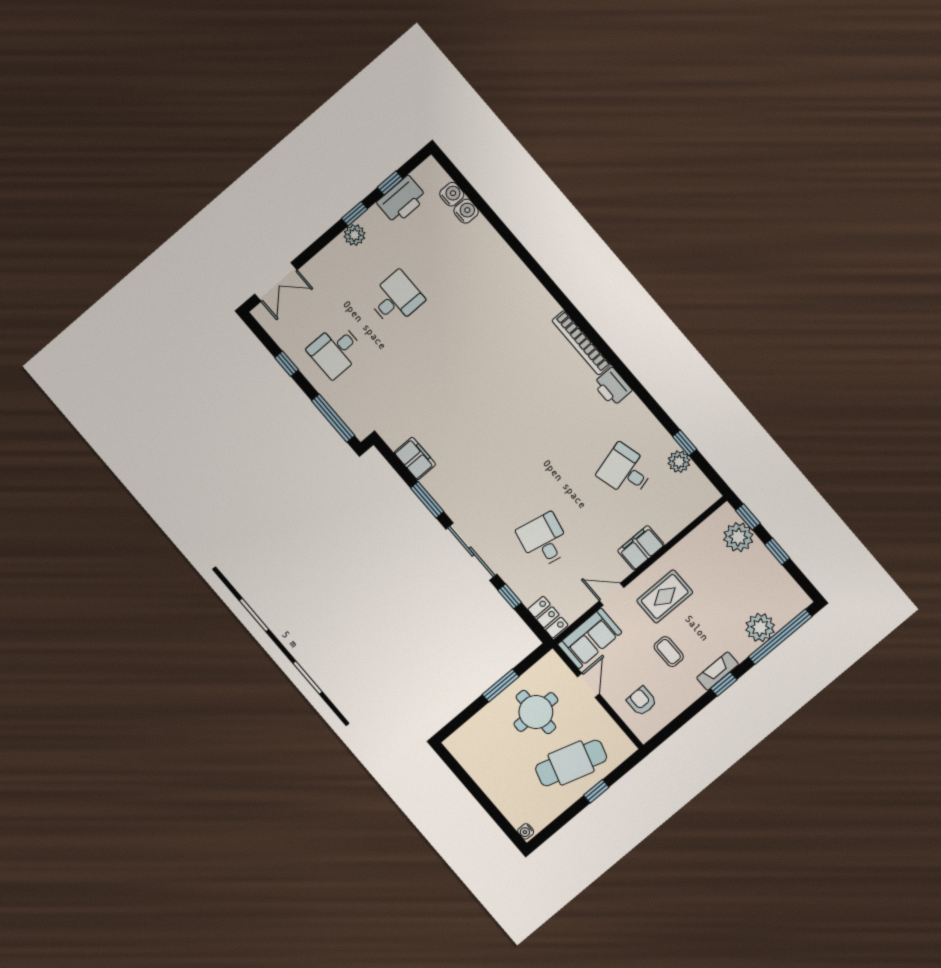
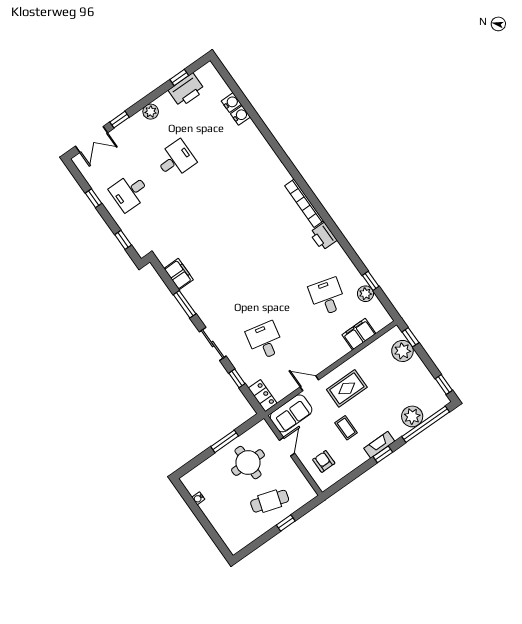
water cooler: (452, 194) -> (240, 115), moved
window: (355, 214) -> (120, 120), moved
window: (333, 418) -> (123, 240), width x0.46
desk: (626, 471) -> (327, 297), turned 30
filing cabinet: (641, 548) -> (359, 334), moved
window: (777, 551) -> (444, 385), moved
sliding door: (471, 552) -> (213, 344), width x0.73
cafe table: (571, 763) -> (270, 501), width x0.73, depth x0.74
water cooler: (526, 831) -> (198, 498), moved

